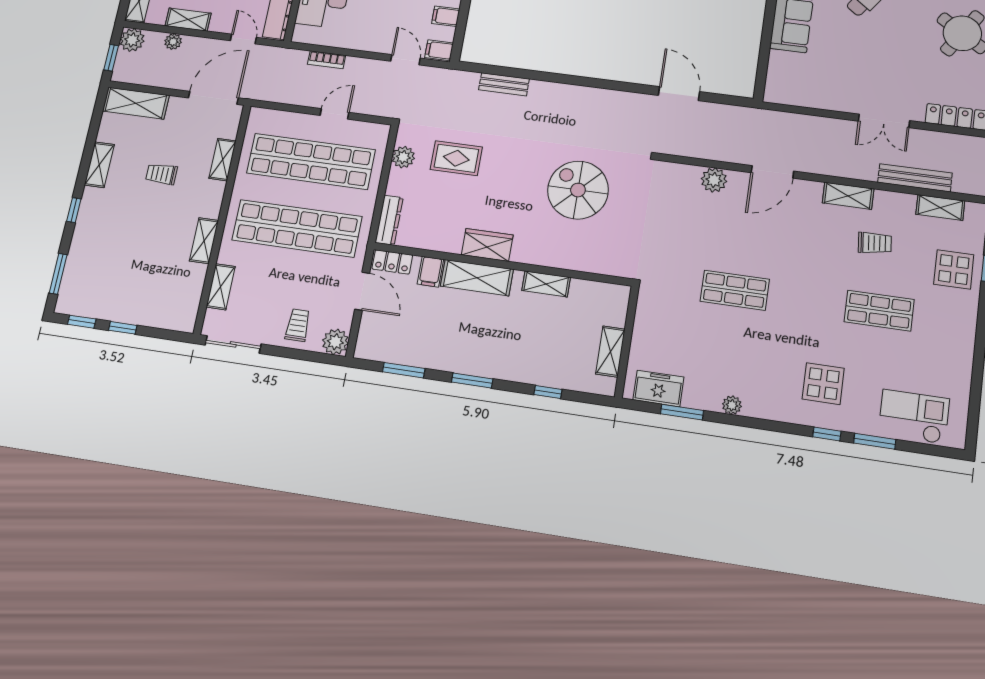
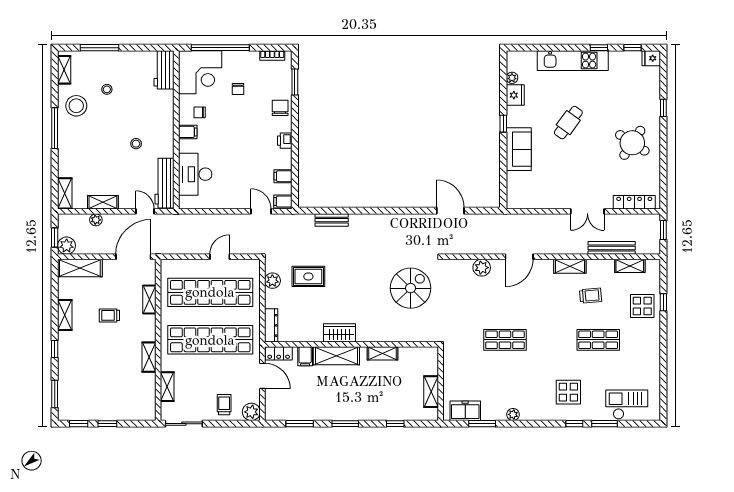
plant: (132, 40) -> (67, 246), moved
bookcase: (327, 60) -> (206, 219), removed
spiral stairs: (578, 190) -> (411, 288), moved, turned 90

